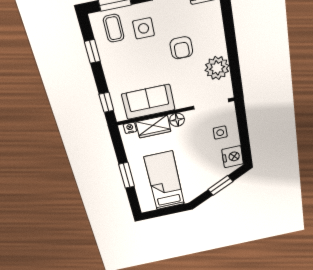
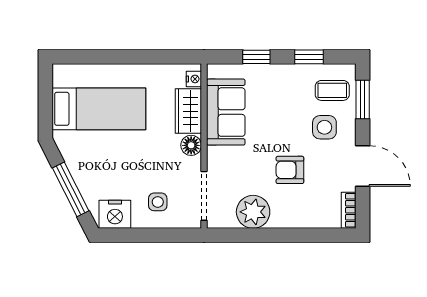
window: (106, 102) -> (256, 57), moved
window: (127, 175) -> (121, 57), removed
window: (220, 185) -> (71, 189), width x1.44

